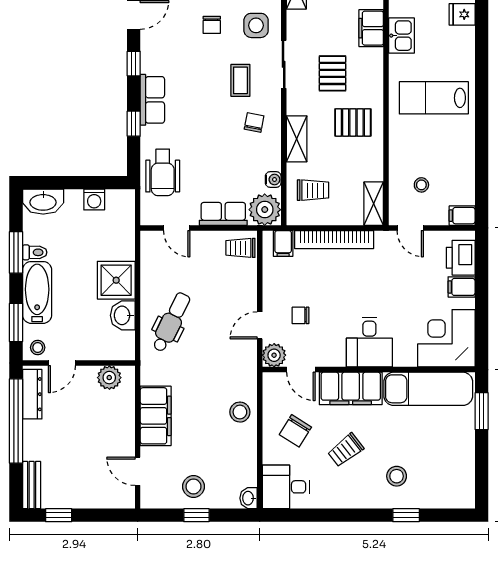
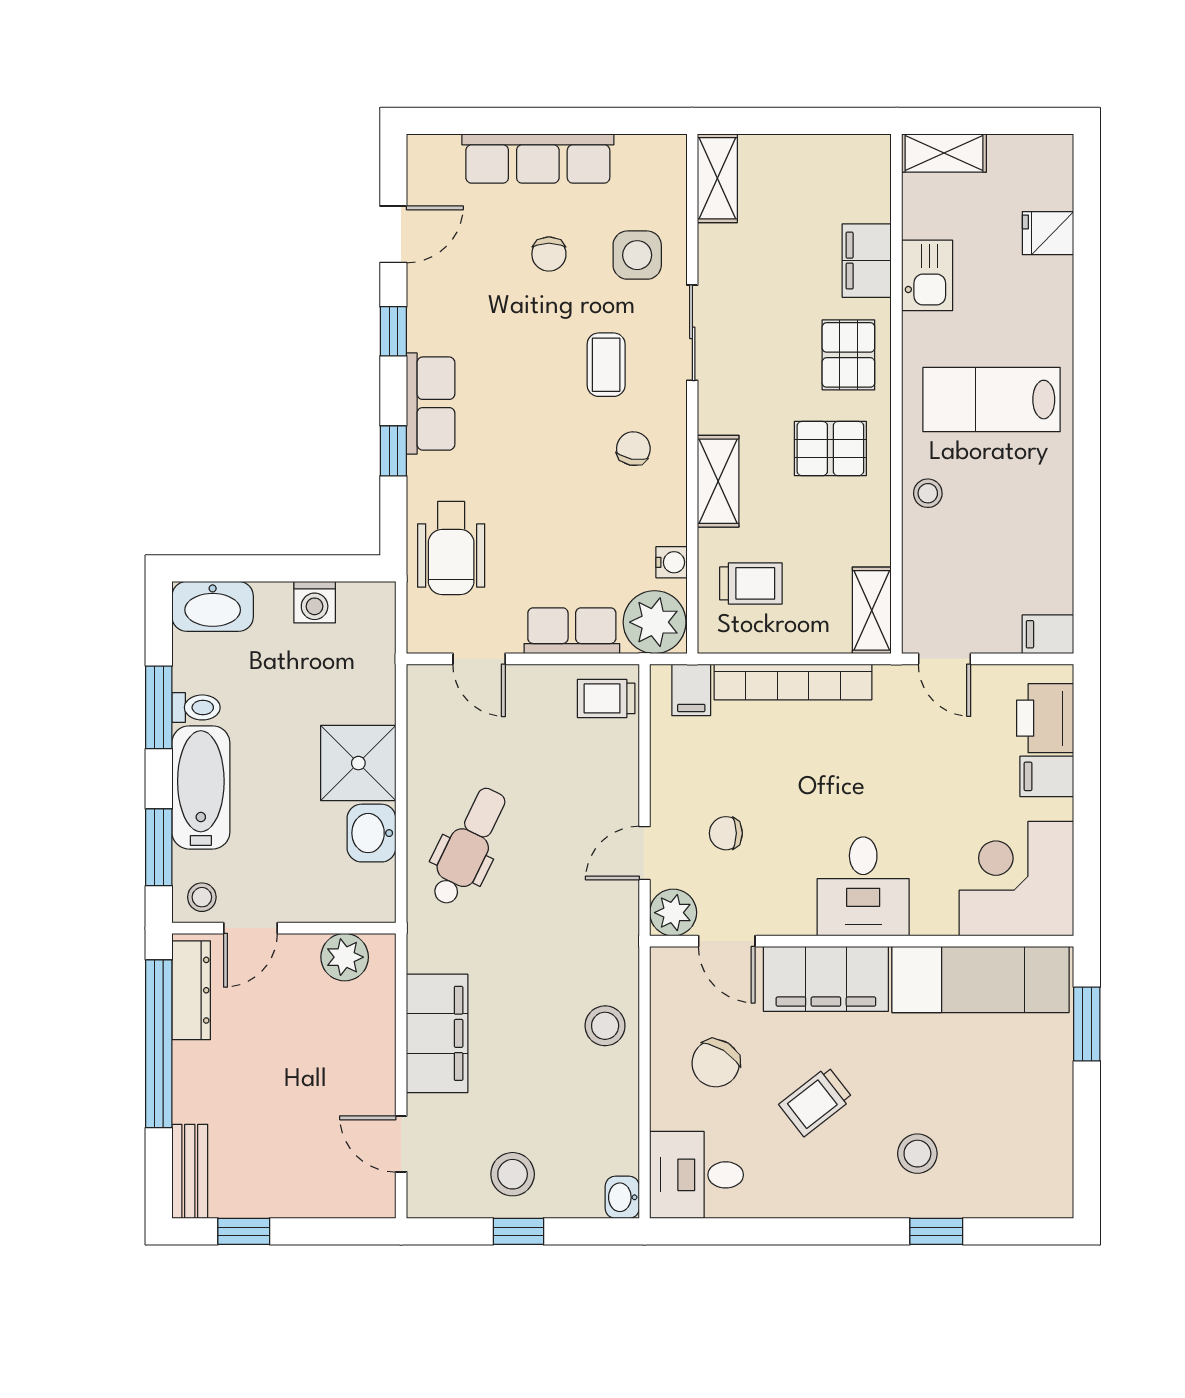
pallet: (333, 73) -> (848, 355), moved
stool: (421, 185) -> (928, 493), moved

